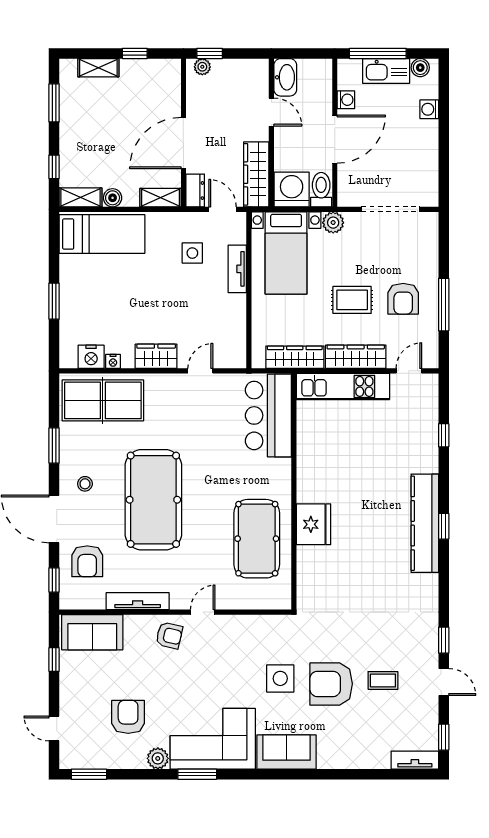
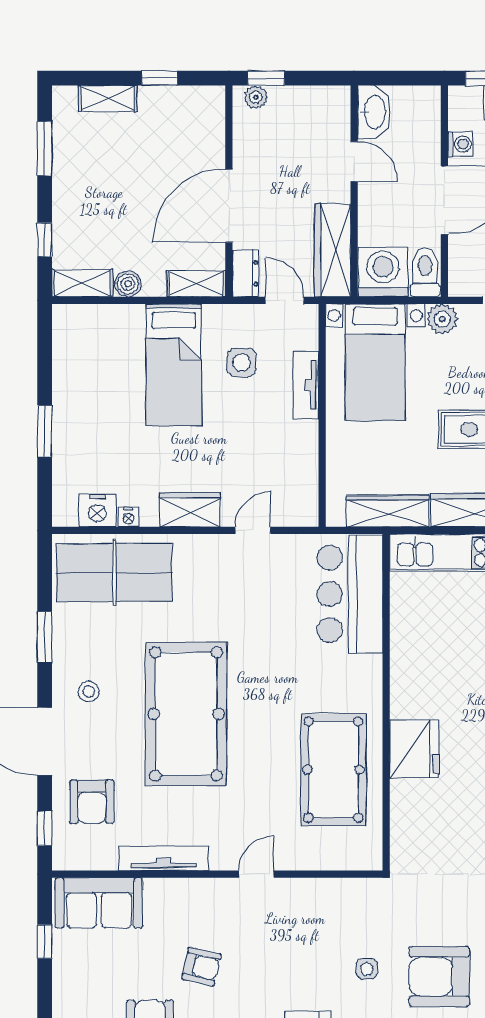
bed: (102, 234) -> (174, 365), moved, turned 90
armchair: (169, 635) -> (201, 967), moved
side table: (280, 678) -> (367, 969), width x0.54, depth x0.54

